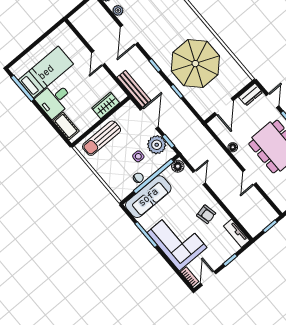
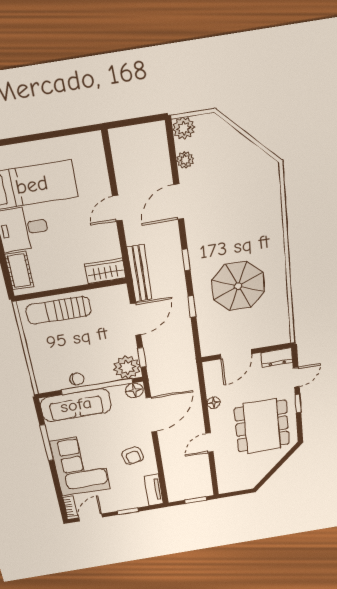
parasol: (195, 64) -> (238, 286), width x0.73, depth x0.73
wardrobe: (106, 105) -> (105, 271), moved
plant: (157, 145) -> (127, 367), moved
side table: (138, 156) -> (93, 355), removed
door: (199, 178) -> (151, 415), width x1.88

